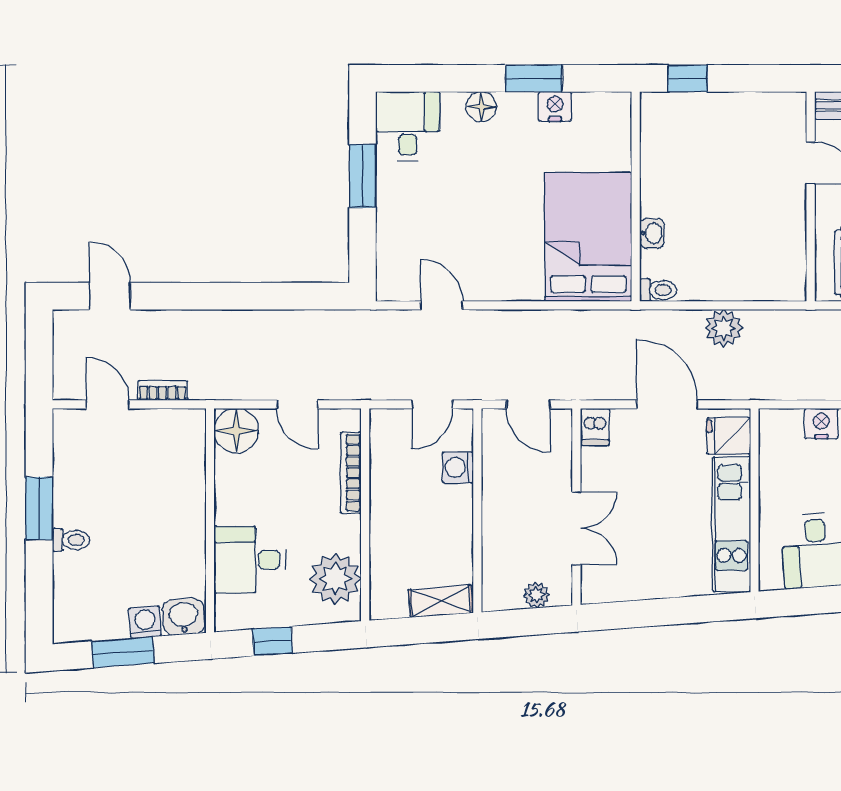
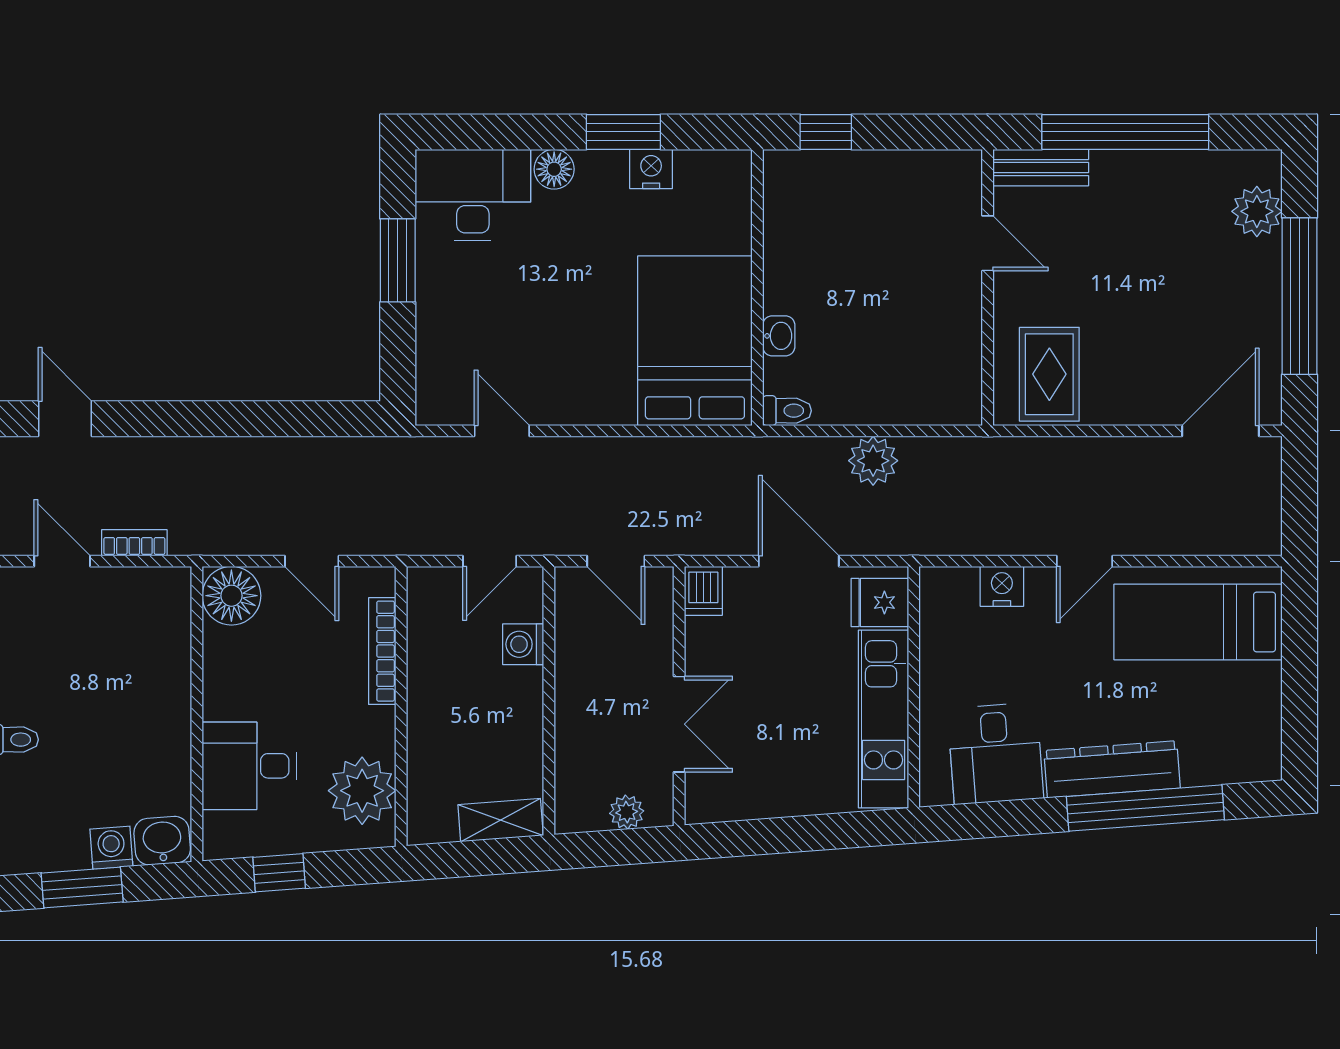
desk: (408, 126) -> (473, 195), width x1.37

